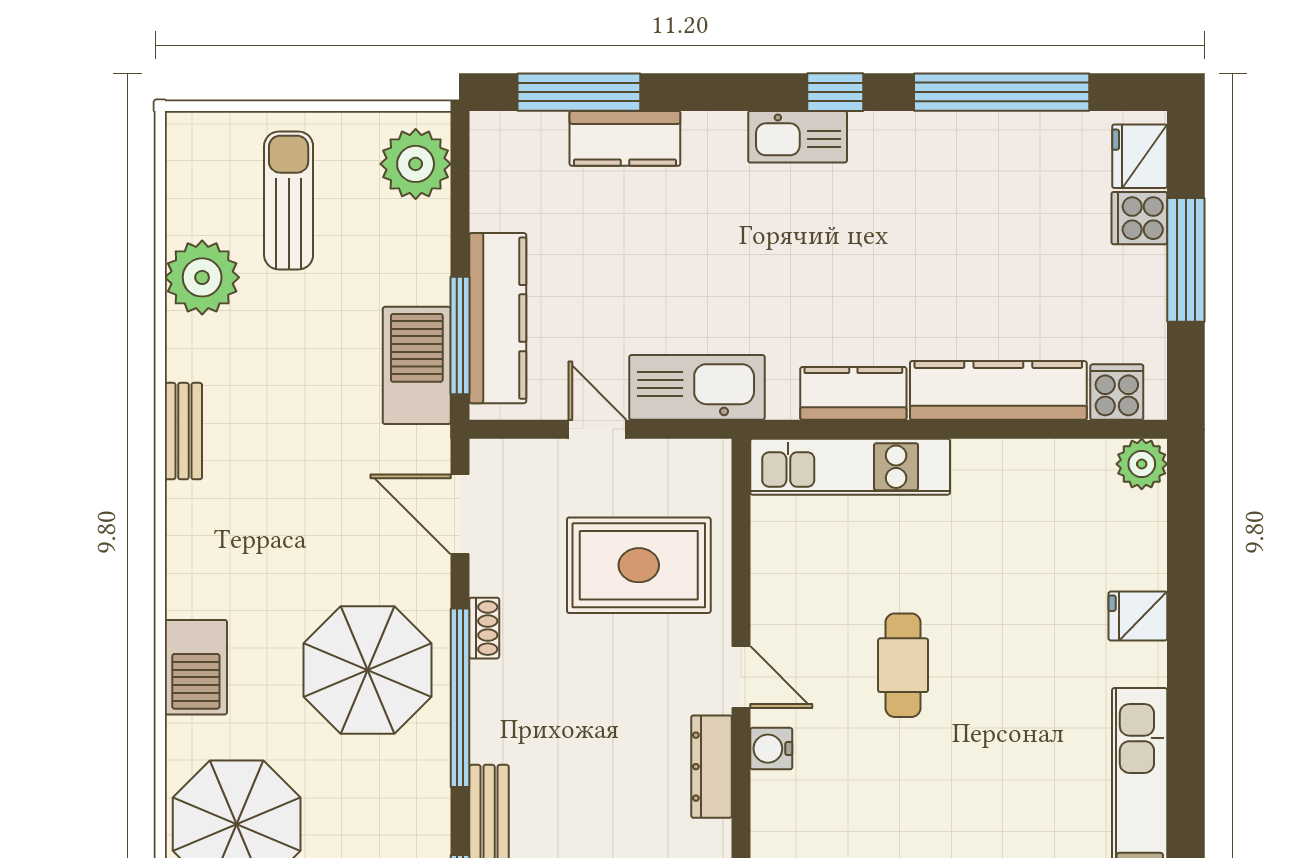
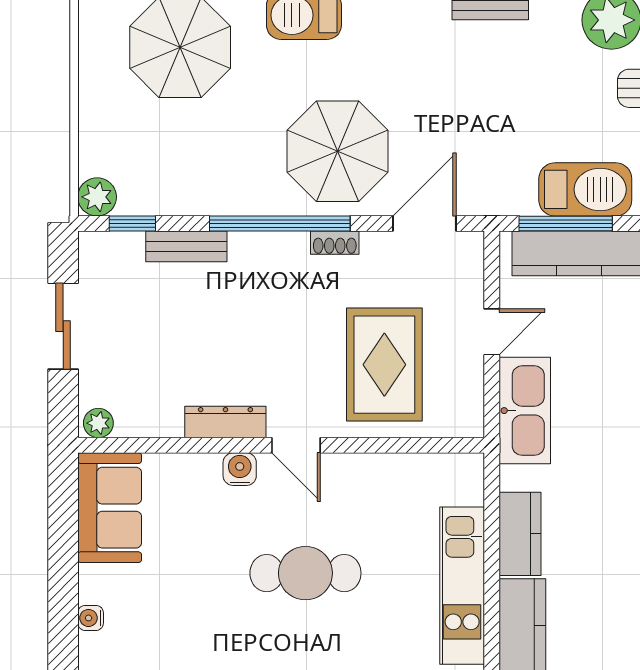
barbecue: (417, 365) -> (585, 189), moved
kitchen unit: (850, 467) -> (462, 586), moved
cafe table: (903, 665) -> (305, 573), width x1.37, depth x1.35
parasol: (367, 670) -> (338, 151), moved
door: (741, 677) -> (296, 445), hinge flipped

